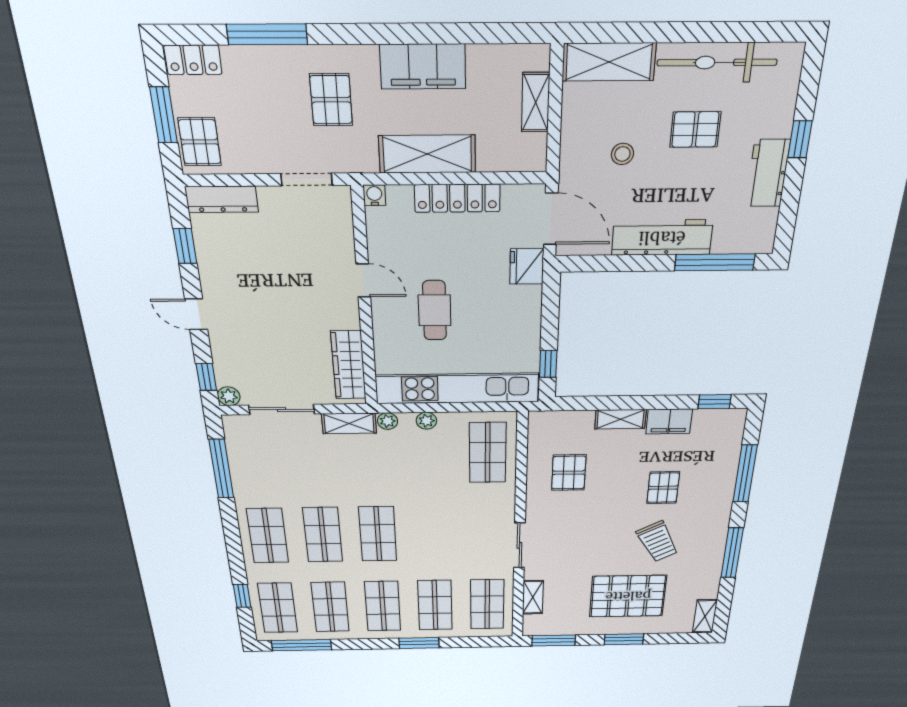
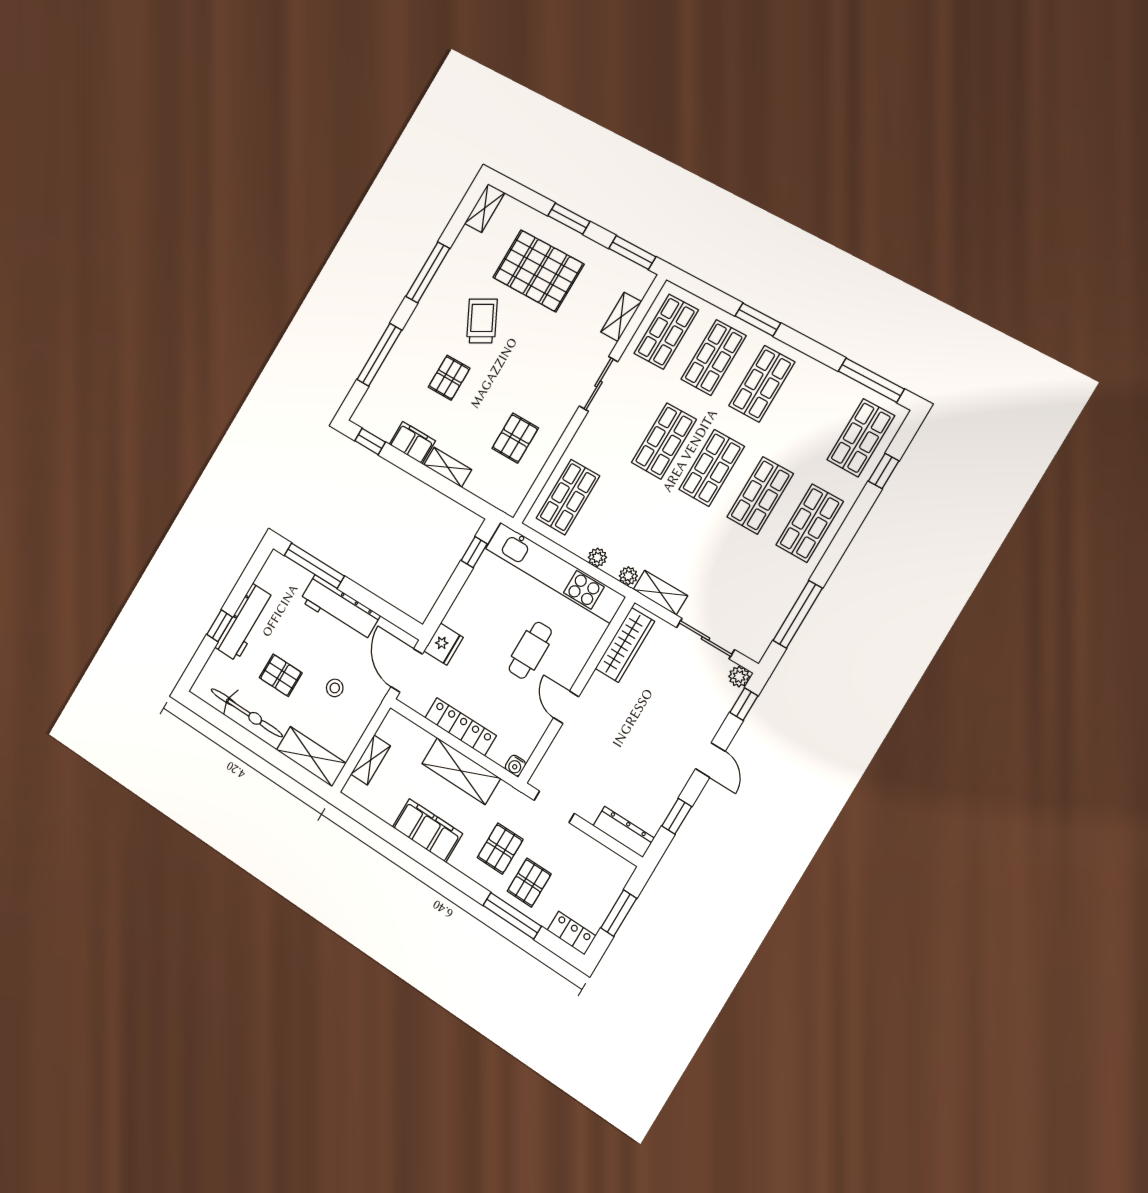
pallet: (200, 142) -> (529, 883), moved
workbench: (768, 173) -> (245, 622), width x1.37
shop shelf: (330, 607) -> (664, 441), moved

